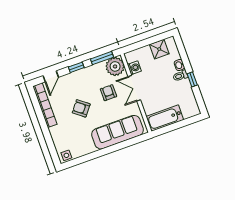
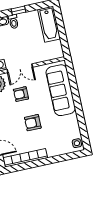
armchair: (81, 108) -> (33, 123), turned 52
bathtub: (165, 118) -> (49, 24), moved

